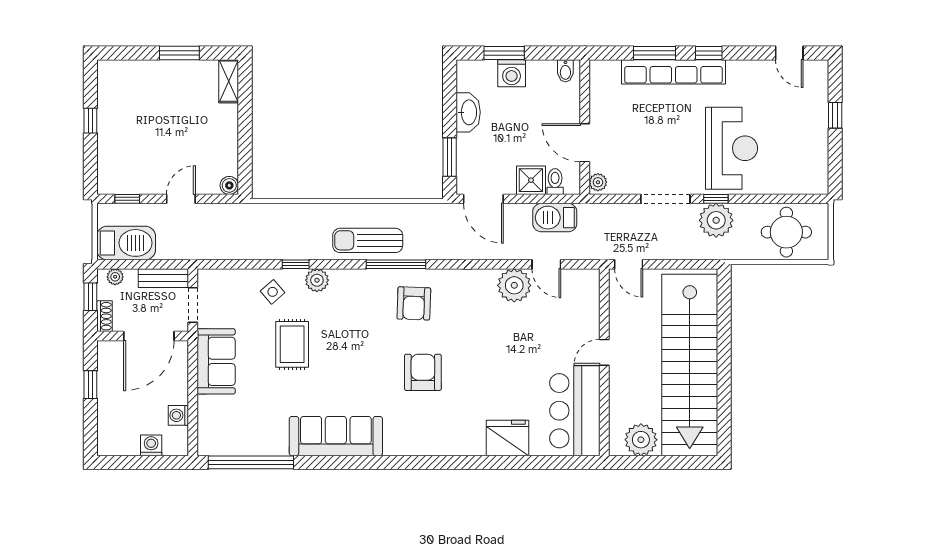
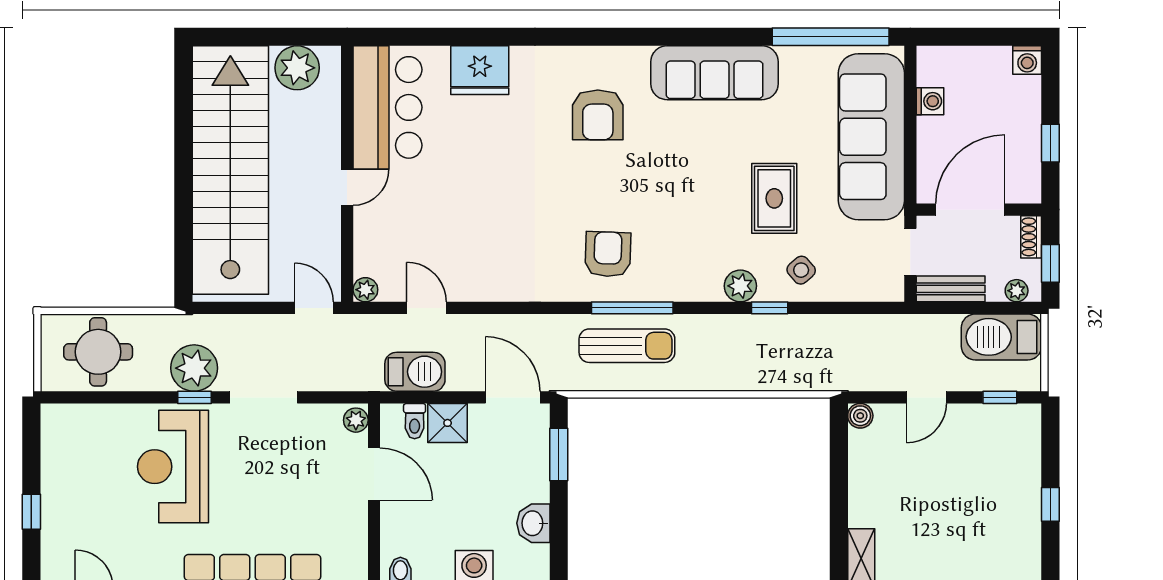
washbasin: (468, 112) -> (533, 523), width x0.72
sun lounger: (368, 240) -> (627, 346), moved
plant: (514, 285) -> (365, 290), moved, width x0.53, depth x0.53
sofa: (216, 361) -> (871, 137), width x1.85, depth x1.27
armchair: (423, 372) -> (598, 115), moved
washing machine: (151, 445) -> (1027, 60), moved

